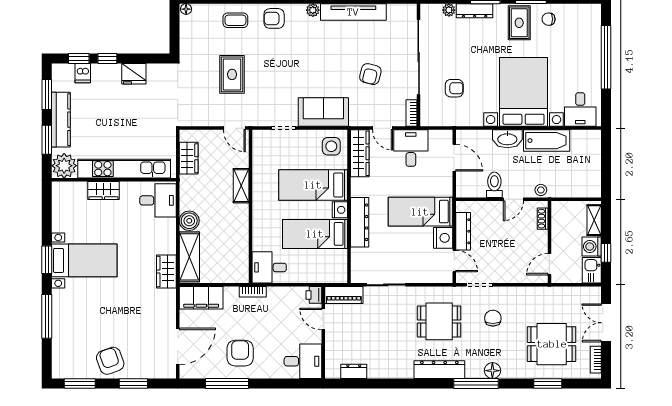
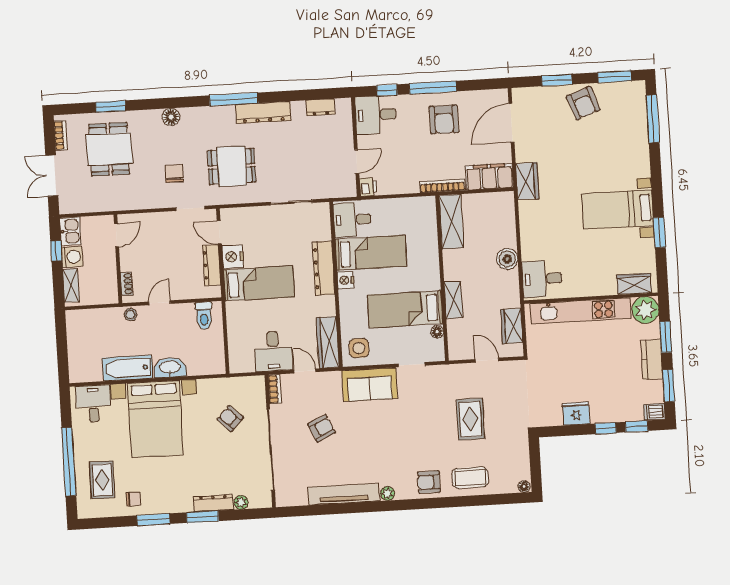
armchair: (274, 18) -> (429, 482), turned 180
coffee table: (235, 20) -> (470, 478), width x1.36, depth x1.30
rug: (519, 23) -> (102, 480), moved
dishwasher: (83, 73) -> (654, 412), moved, turned -90
armchair: (370, 74) -> (322, 428), turned 51
armchair: (454, 88) -> (230, 418), turned 44
kitchen counter: (61, 120) -> (652, 359), width x0.67
door: (234, 128) -> (487, 360), moved
floor lamp: (258, 157) -> (437, 332), added
door: (454, 158) -> (226, 344), removed
bed: (313, 185) -> (405, 309), moved, turned 180
toilet: (494, 185) -> (204, 316), moved
wardrobe: (103, 191) -> (634, 284), moved
shelving: (189, 257) -> (451, 222), moved
window: (47, 260) -> (659, 233), moved
desk: (269, 267) -> (352, 220), moved, turned 180
wardrobe: (166, 271) -> (527, 181), moved
bookcase: (253, 292) -> (442, 186), width x1.56
piano: (344, 295) -> (336, 189), removed
window: (47, 316) -> (653, 119), moved
chair: (493, 318) -> (174, 173), turned 180
door: (323, 319) -> (357, 162), hinge flipped
double door: (606, 323) -> (52, 176), swing flipped
dining table: (552, 344) -> (109, 149), turned 90
dresser: (439, 370) -> (263, 113), moved
window: (227, 383) -> (433, 87), moved
window: (291, 383) -> (387, 90), added
window: (476, 383) -> (234, 99), moved

